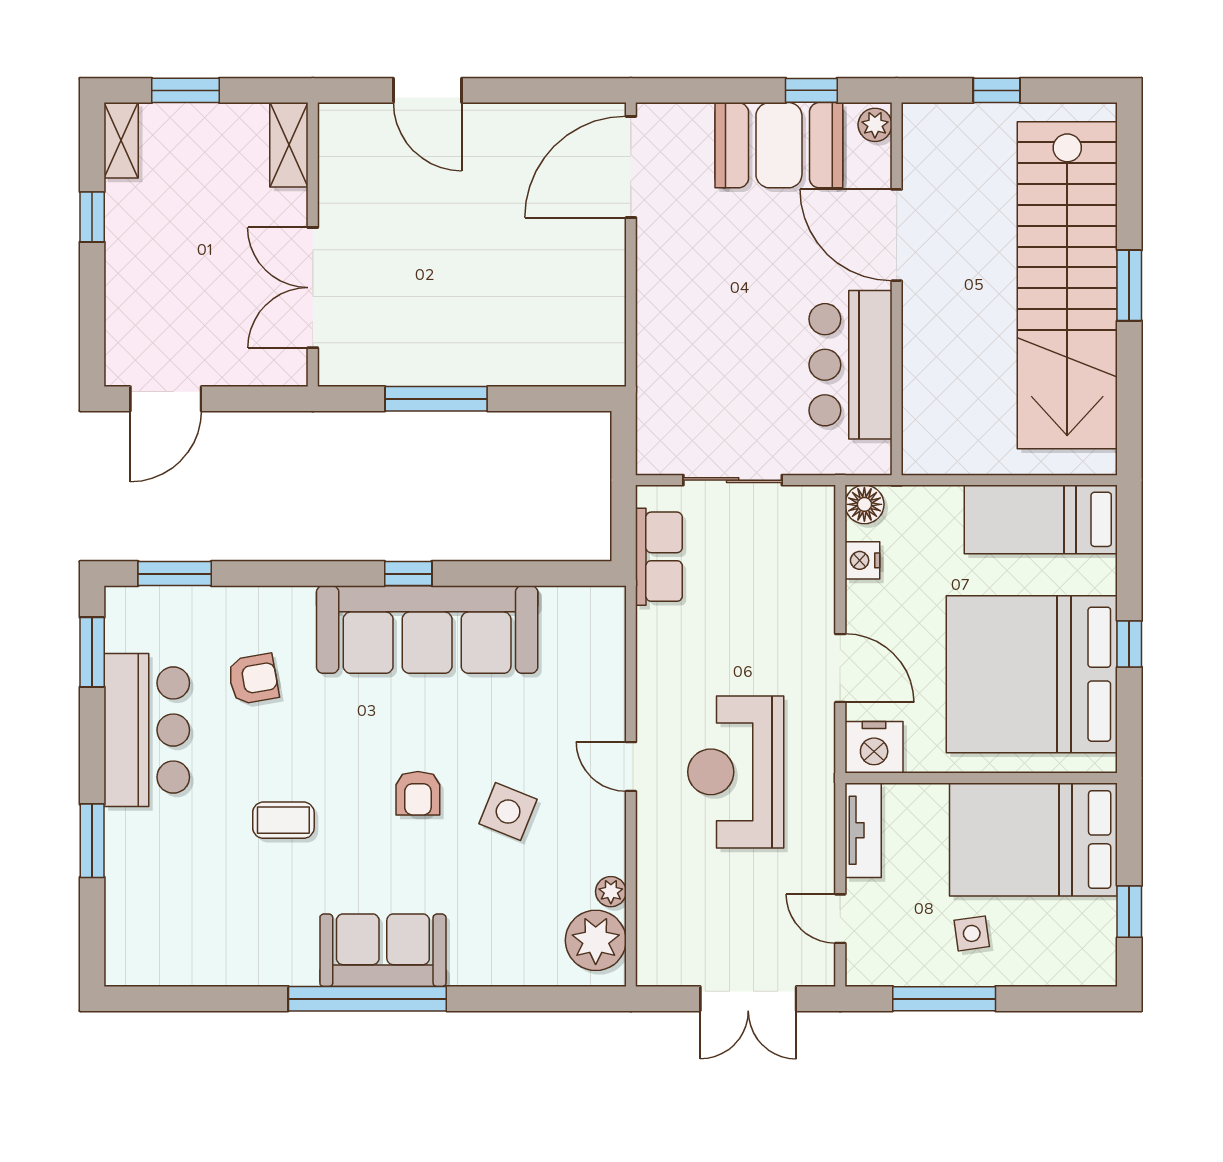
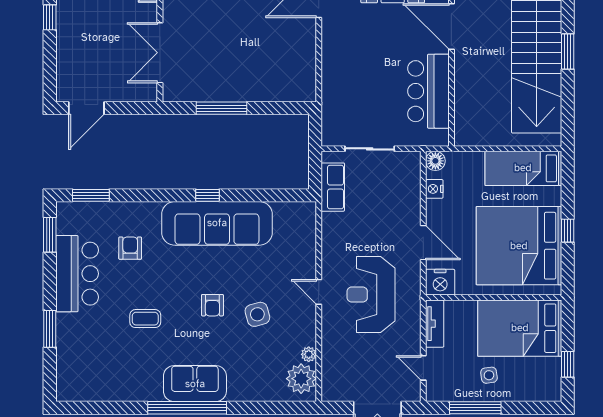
armchair: (253, 679) -> (130, 248), turned -80
side table: (508, 812) -> (257, 314), turned -37

